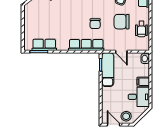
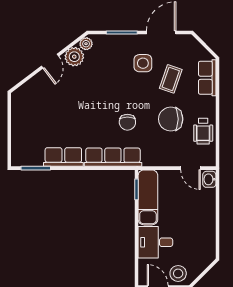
row of seats: (44, 45) -> (63, 157), moved
door: (121, 52) -> (190, 168), moved
filing cabinet: (143, 82) -> (206, 217), removed
desk: (139, 97) -> (155, 242), moved, turned 180

